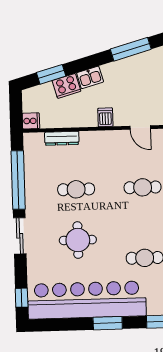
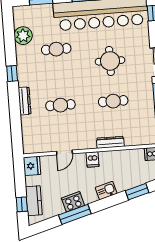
cooker: (66, 86) -> (73, 202), moved
door: (140, 128) -> (64, 153), swing flipped
dresser: (62, 138) -> (110, 142), moved

